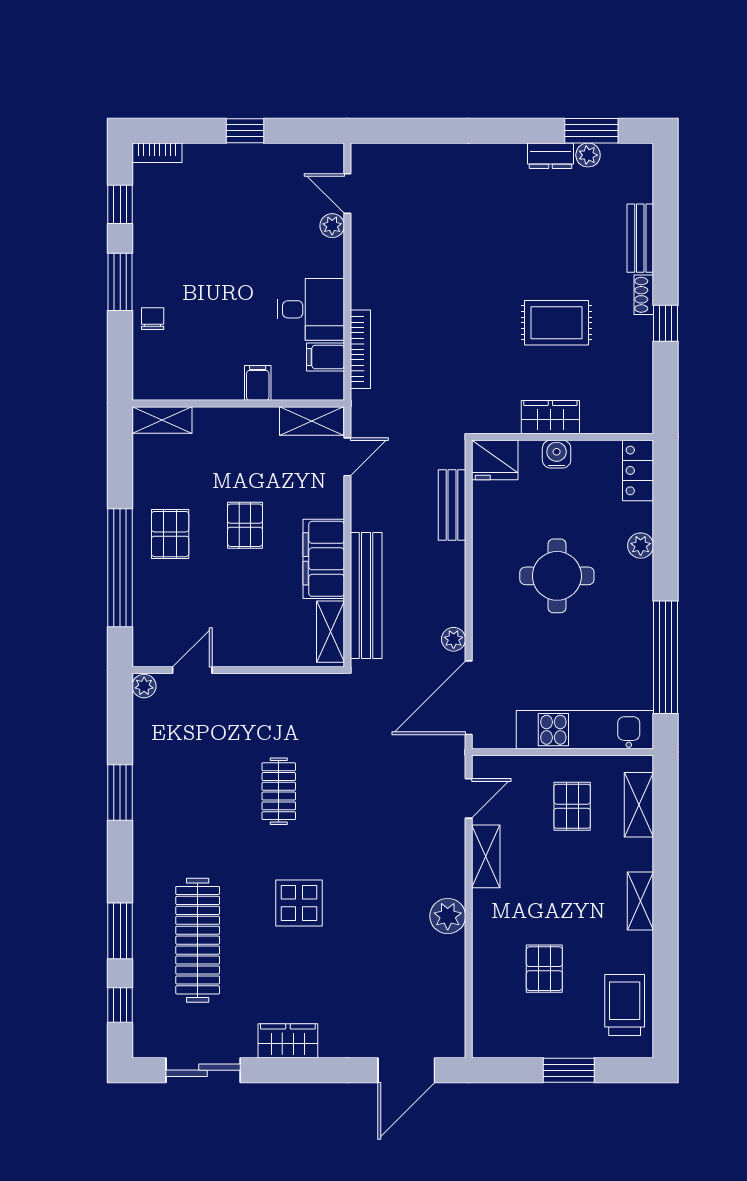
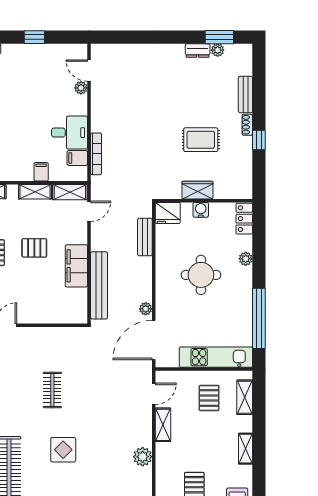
pallet: (245, 525) -> (34, 248), turned 90
shelving: (330, 632) -> (35, 192), moved, turned 90

